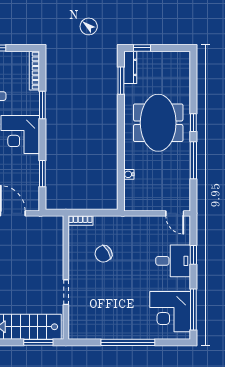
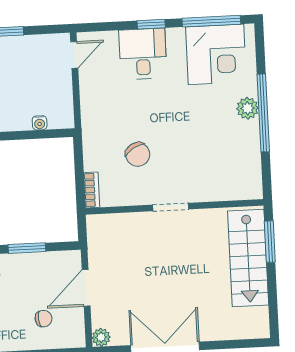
water cooler: (129, 174) -> (40, 123), moved
window: (193, 255) -> (151, 24), moved
doorway: (66, 292) -> (171, 207), moved
plant: (132, 332) -> (247, 108), added

